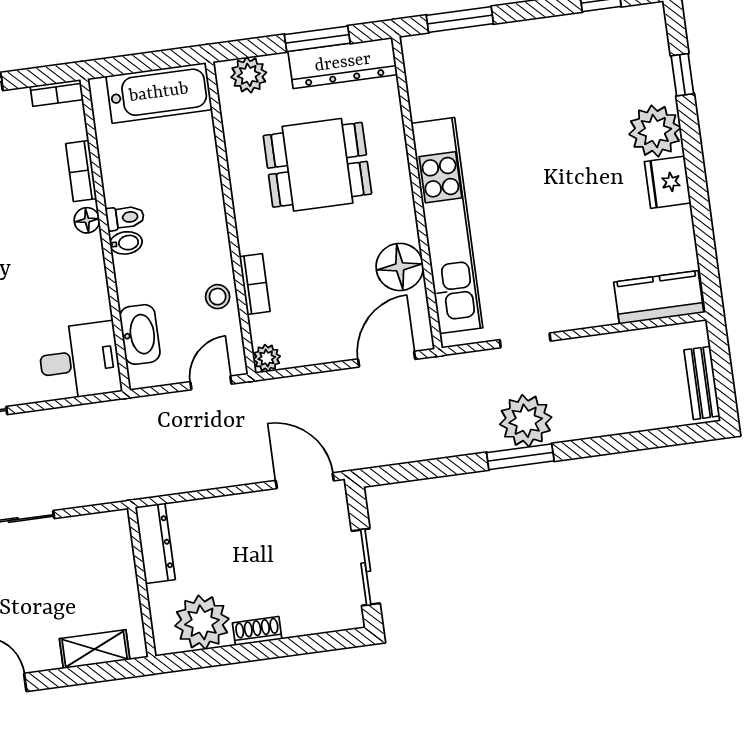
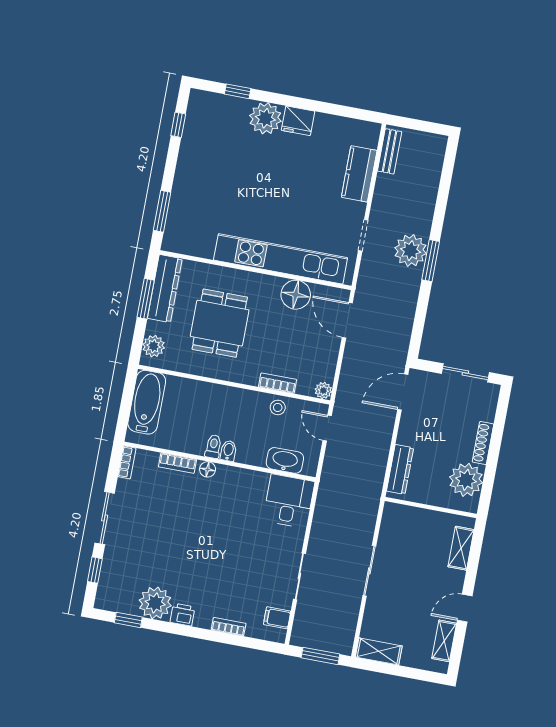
kitchen counter: (659, 297) -> (359, 174), moved
bench: (702, 383) -> (390, 151), moved, turned 90
dresser: (155, 543) -> (400, 469), moved, turned 90
shoe rack: (257, 631) -> (483, 443), width x1.43

